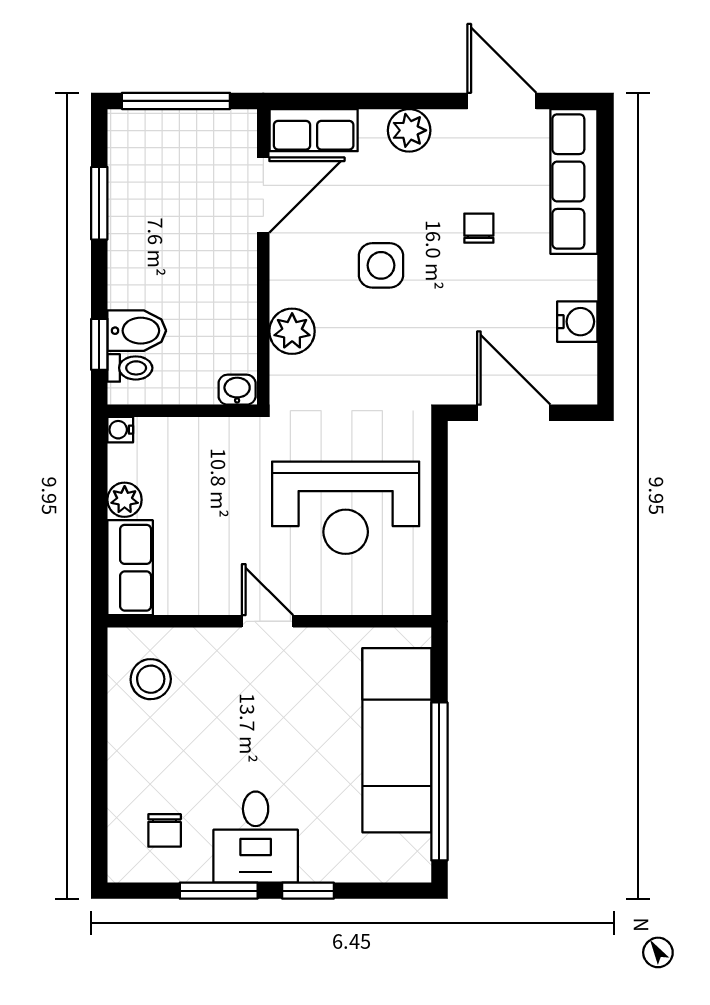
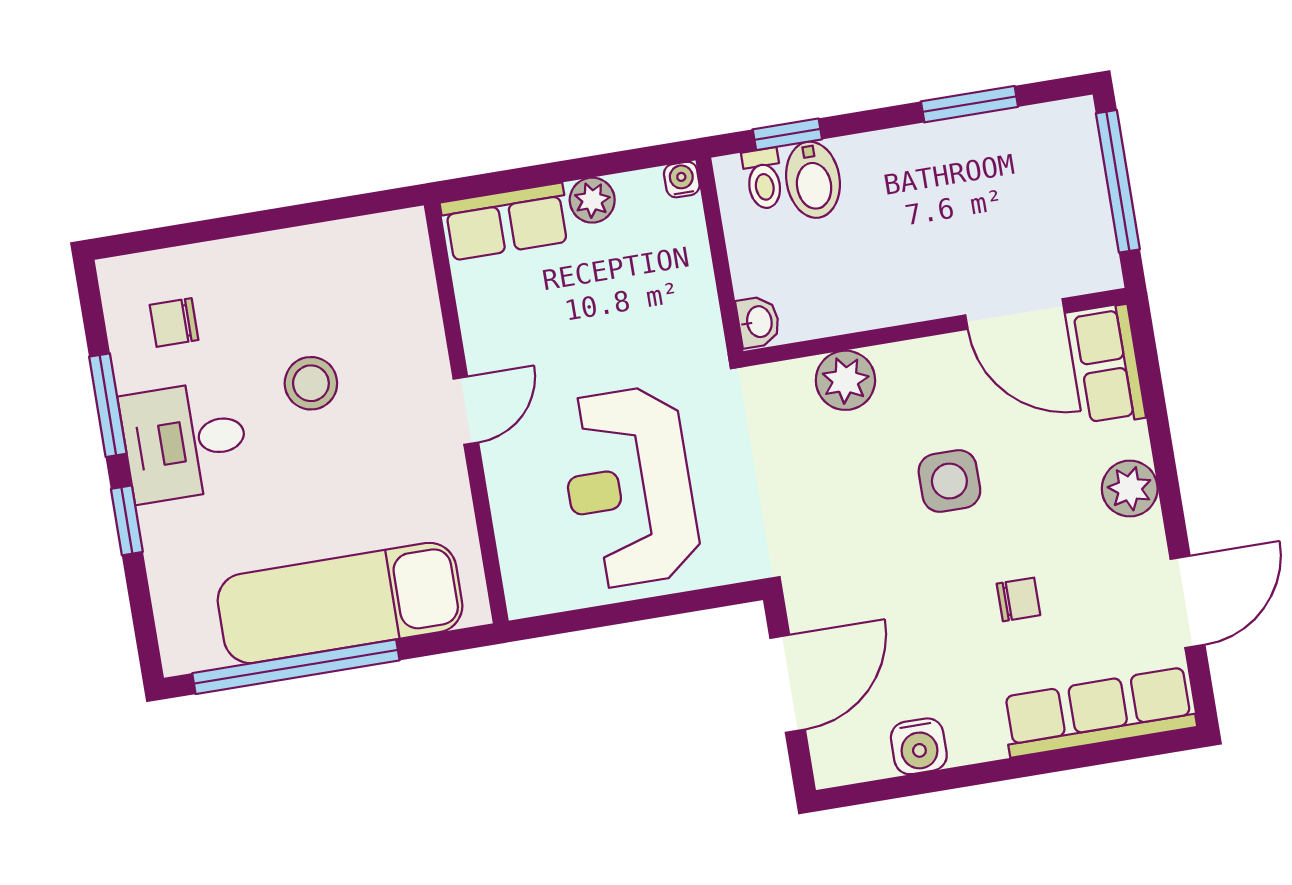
stool: (151, 679) -> (311, 383), moved

